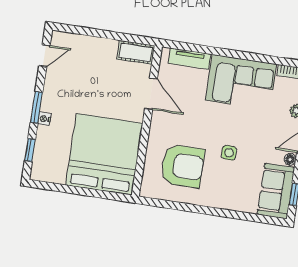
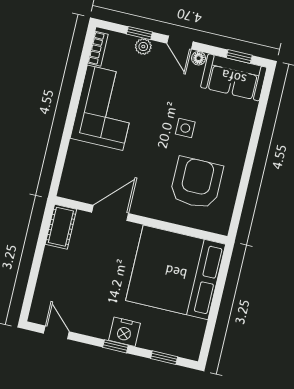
tv unit: (190, 59) -> (73, 165), removed
window: (37, 107) -> (115, 346), width x0.67
nightstand: (44, 119) -> (124, 332), width x1.89, depth x1.79

